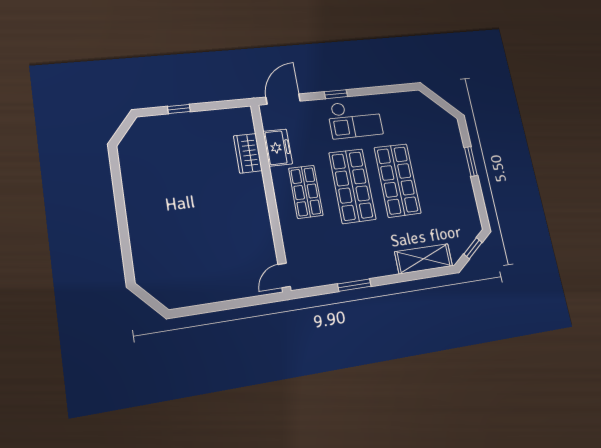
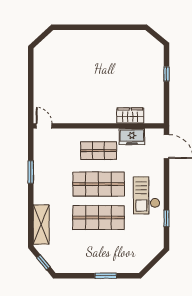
window: (336, 94) -> (166, 218), moved

